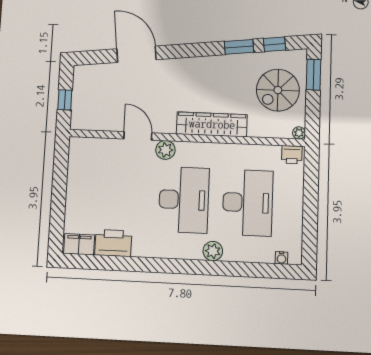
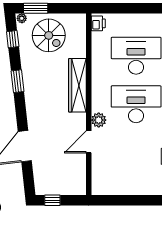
window: (239, 47) -> (17, 81), moved
window: (65, 100) -> (52, 200), moved
plant: (299, 133) -> (22, 18), moved

